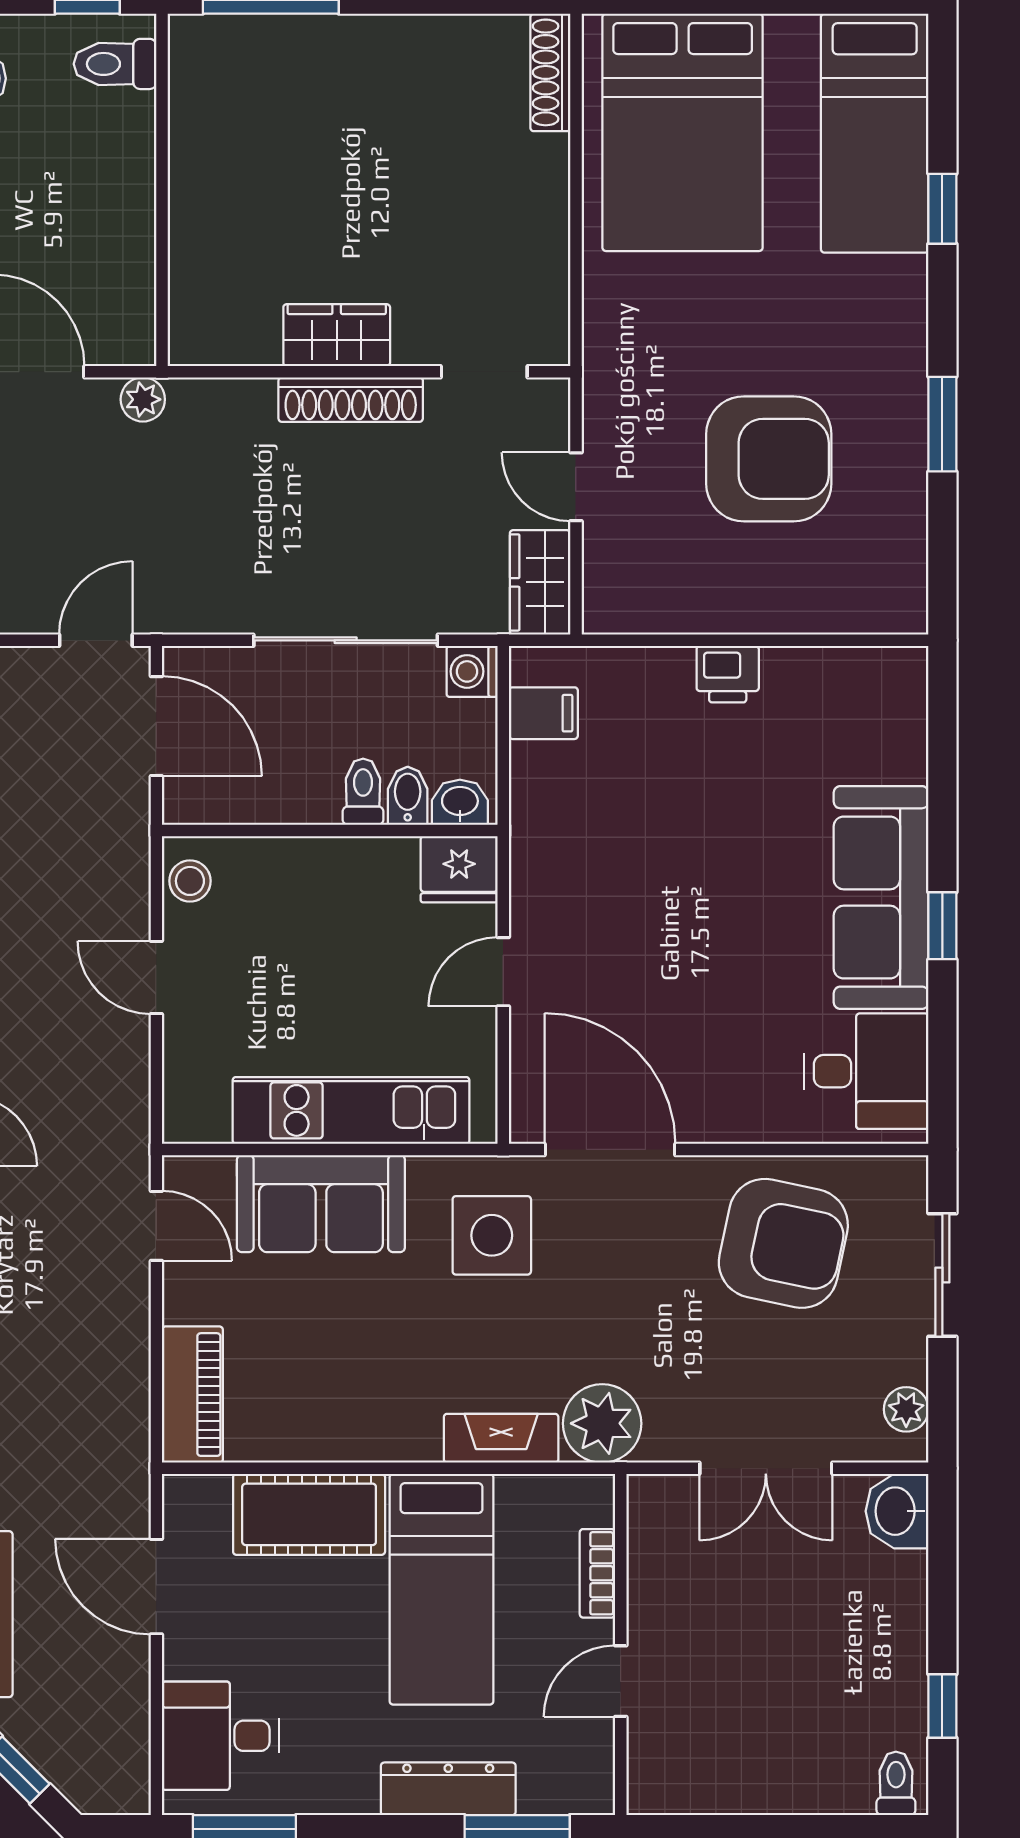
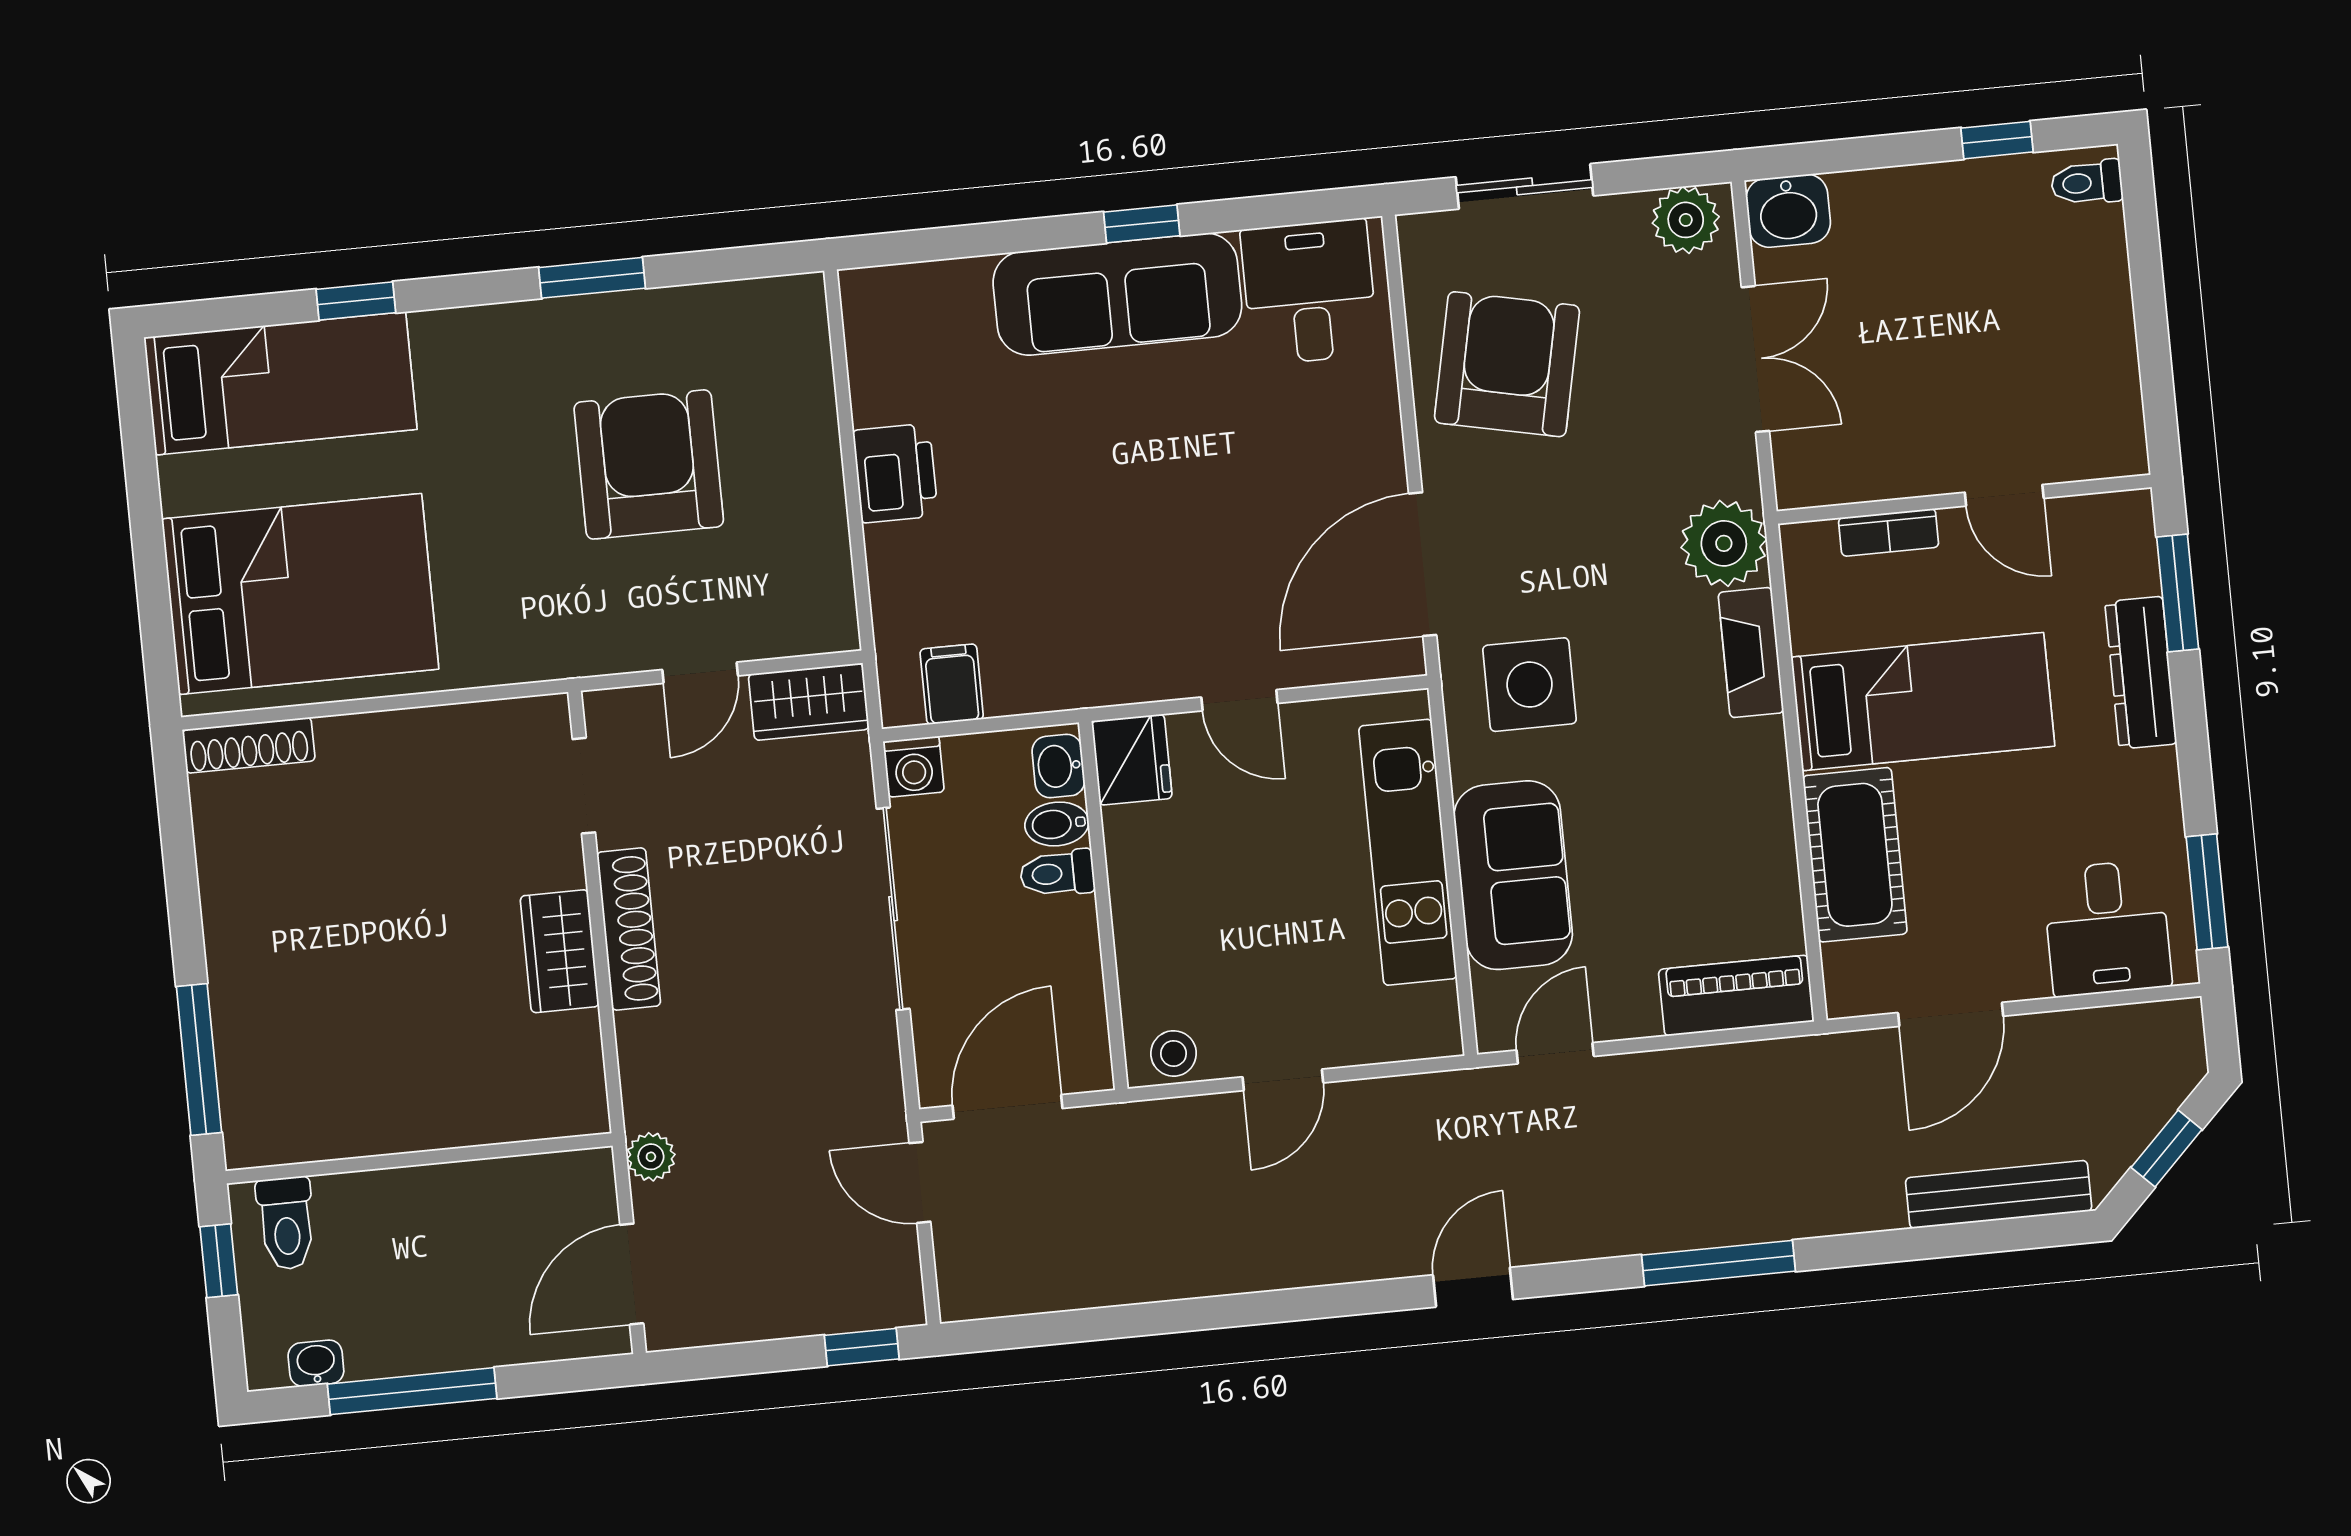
printer: (728, 674) -> (895, 473), width x1.36, depth x1.24
plant: (906, 1409) -> (1686, 220), width x1.38, depth x1.38

